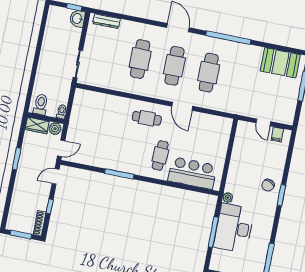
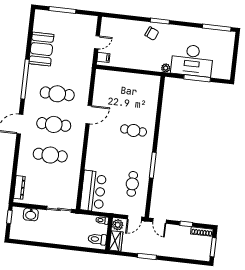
washbasin: (77, 18) -> (31, 214), moved
booth: (280, 63) -> (41, 49), moved
cafe table: (147, 118) -> (132, 184), moved
filing cabinet: (277, 134) -> (103, 57), moved
door: (61, 148) -> (134, 218), swing flipped
bar counter: (192, 173) -> (93, 191), moved, turned 180

